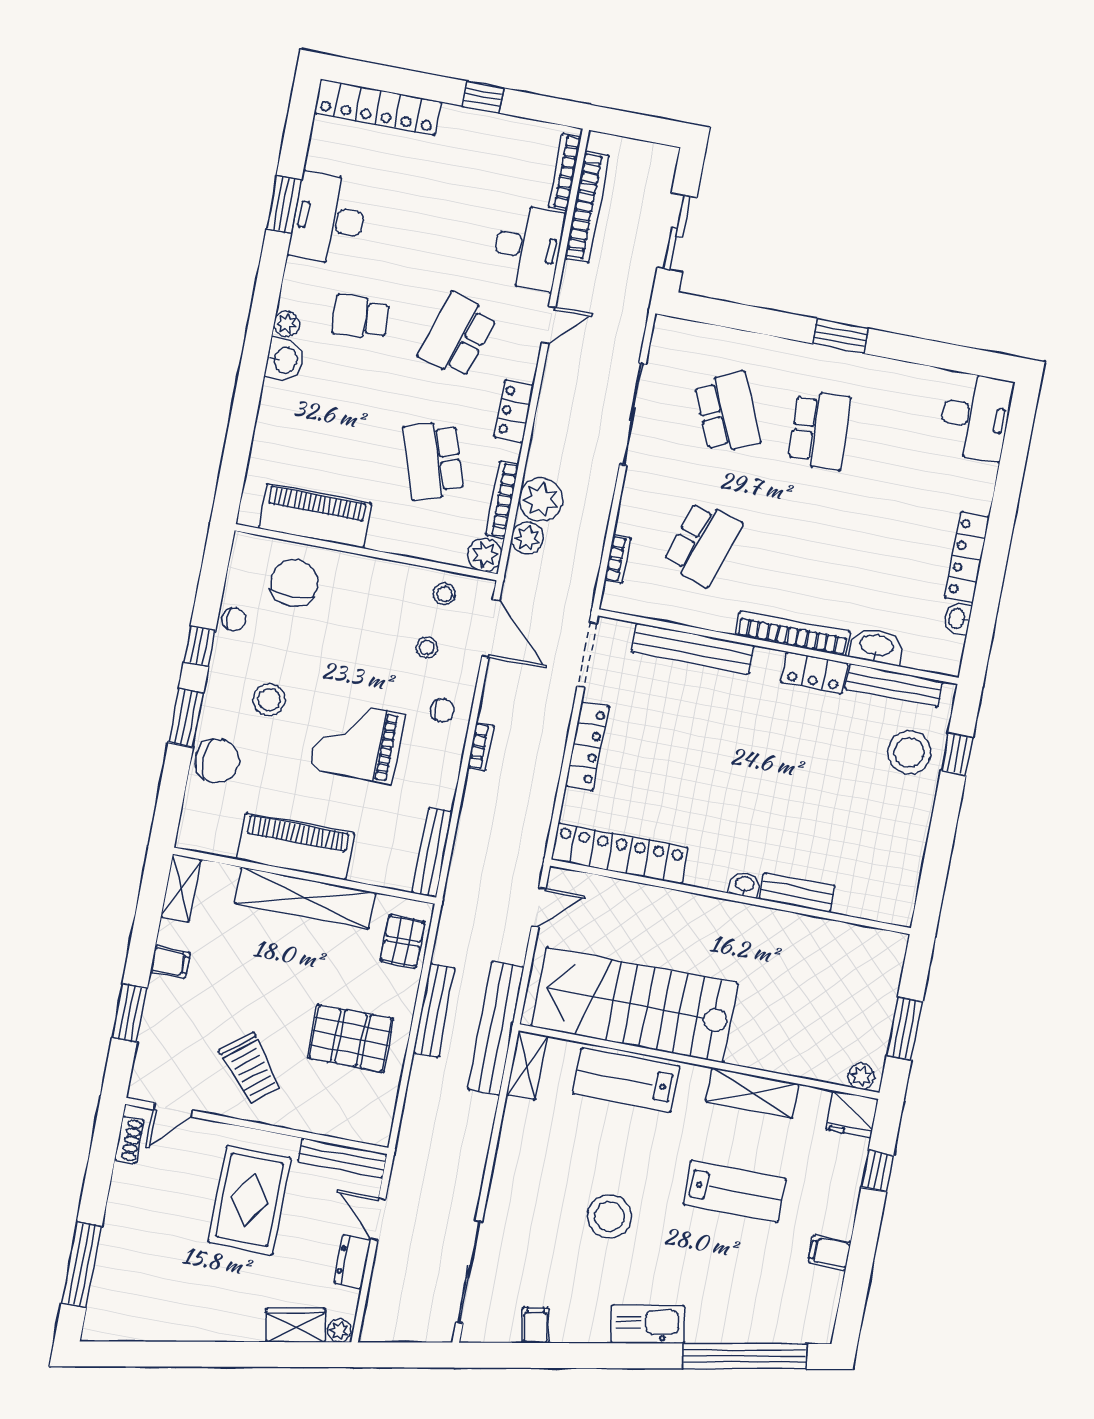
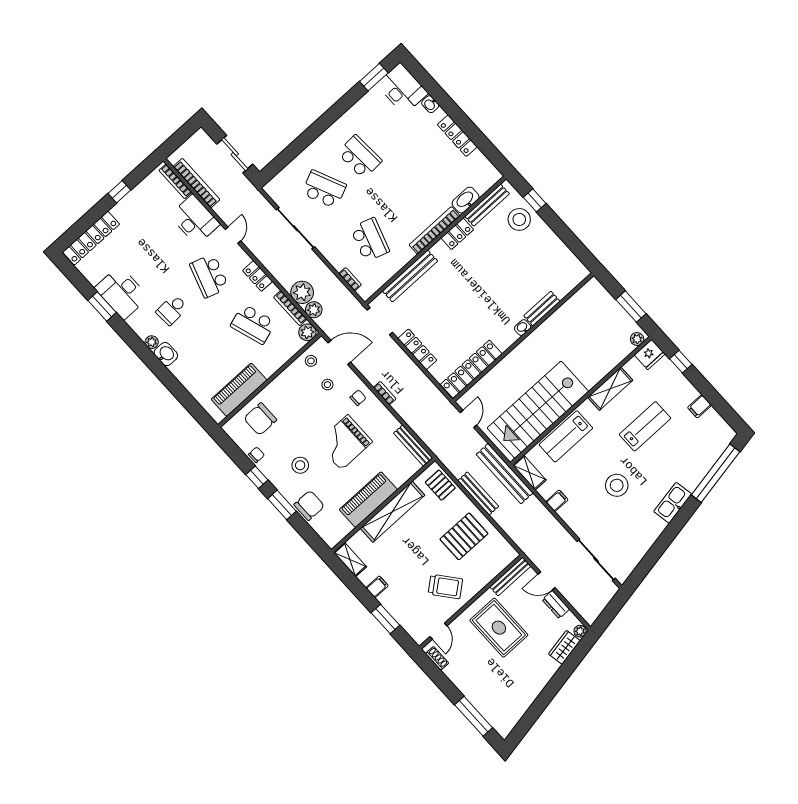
window: (841, 336) -> (374, 77), moved
chair: (294, 583) -> (260, 419), turned -90
washbasin: (958, 619) -> (430, 104), moved
filing cabinet: (536, 1325) -> (557, 501), moved, turned 101

